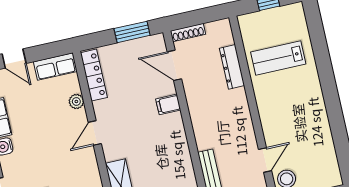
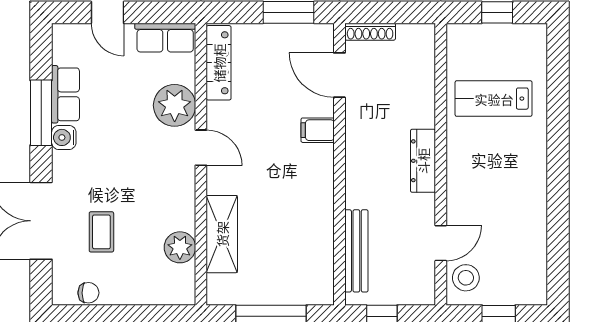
dresser: (232, 67) -> (423, 161), moved
plant: (76, 101) -> (175, 105), width x1.88, depth x1.88
door: (95, 133) -> (201, 148), swing flipped

